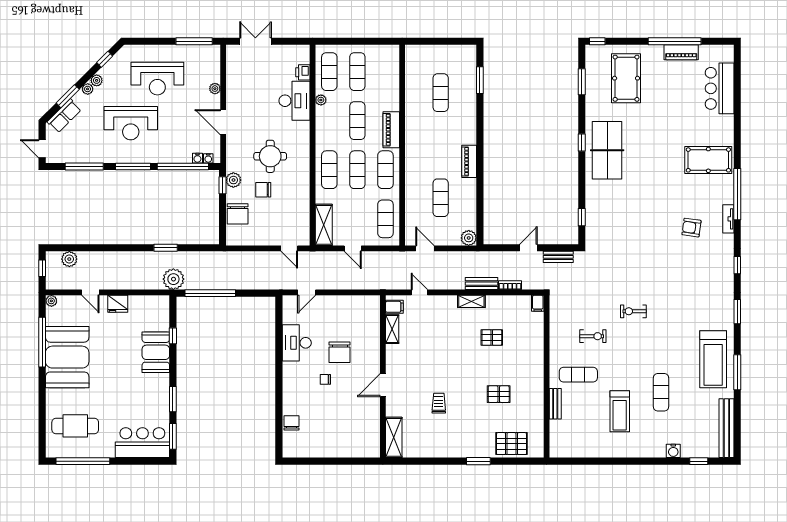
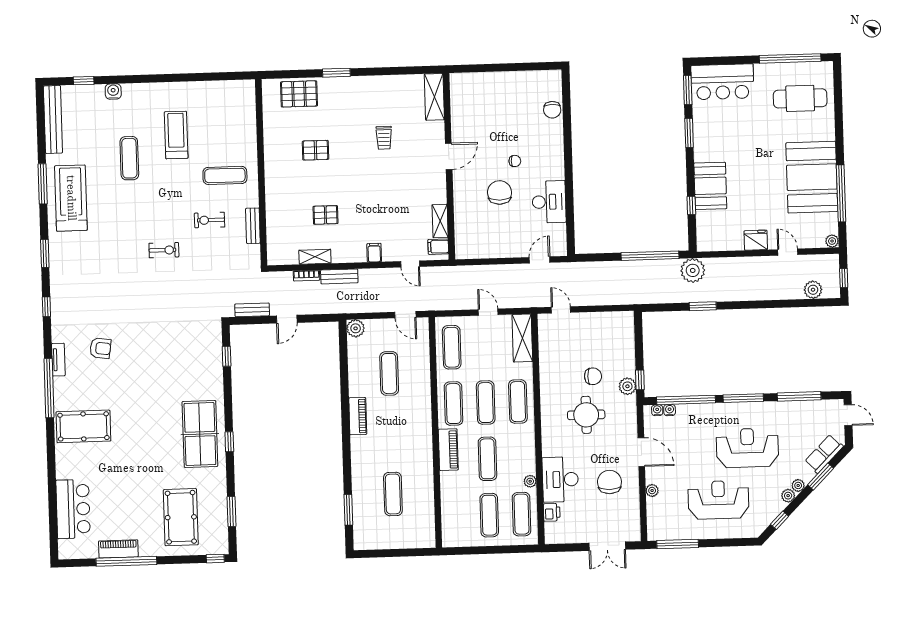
chair: (238, 214) -> (609, 482), moved
shelving: (471, 301) -> (315, 257), moved
filing cabinet: (538, 303) -> (374, 253), moved
bench: (555, 404) -> (253, 226), moved

